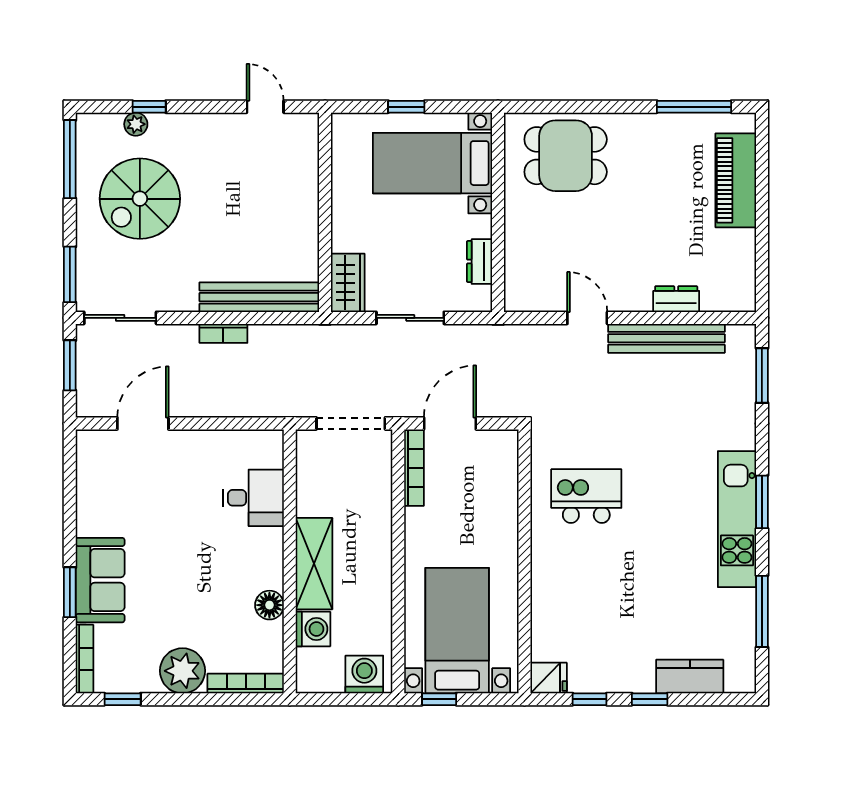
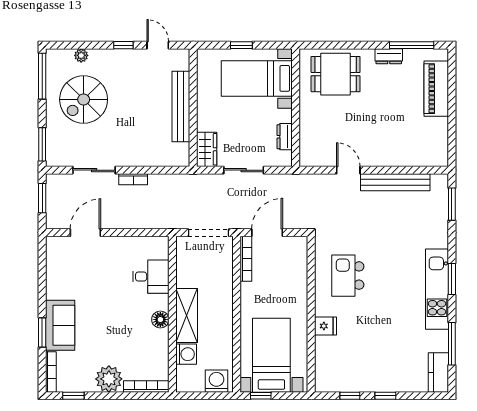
window: (149, 107) -> (123, 45), moved
bench: (259, 297) -> (181, 107), moved, turned 90
dresser: (676, 299) -> (389, 56), moved, turned 180
sliding door: (120, 318) -> (94, 170), moved
kitchen island: (586, 496) -> (348, 276), turned -90
floor lamp: (269, 605) -> (160, 320), moved
kitchen counter: (690, 677) -> (438, 372), moved, turned -90
fridge: (549, 678) -> (326, 326), moved

